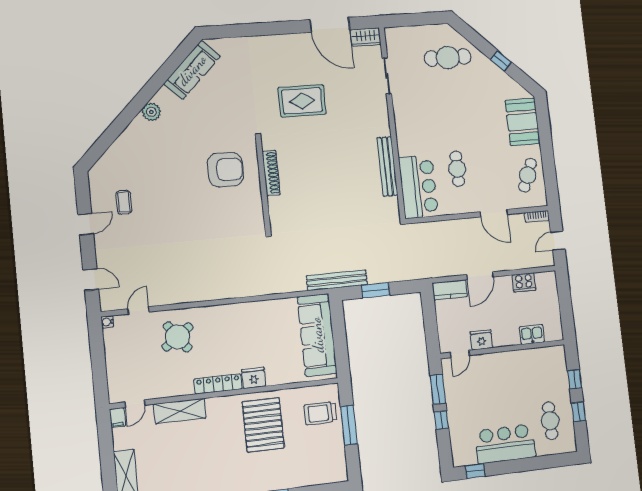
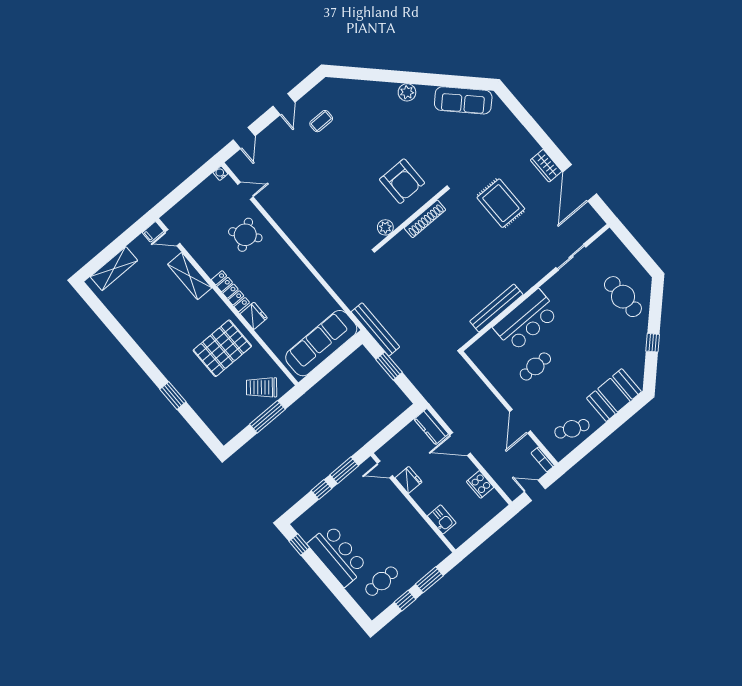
wardrobe: (366, 37) -> (546, 166), moved
bar counter: (418, 187) -> (526, 320), moved
plant: (255, 211) -> (385, 227), added
door: (86, 224) -> (284, 104), hinge flipped
window: (575, 379) -> (429, 580), width x1.50
trolley: (320, 413) -> (262, 387), turned -50

